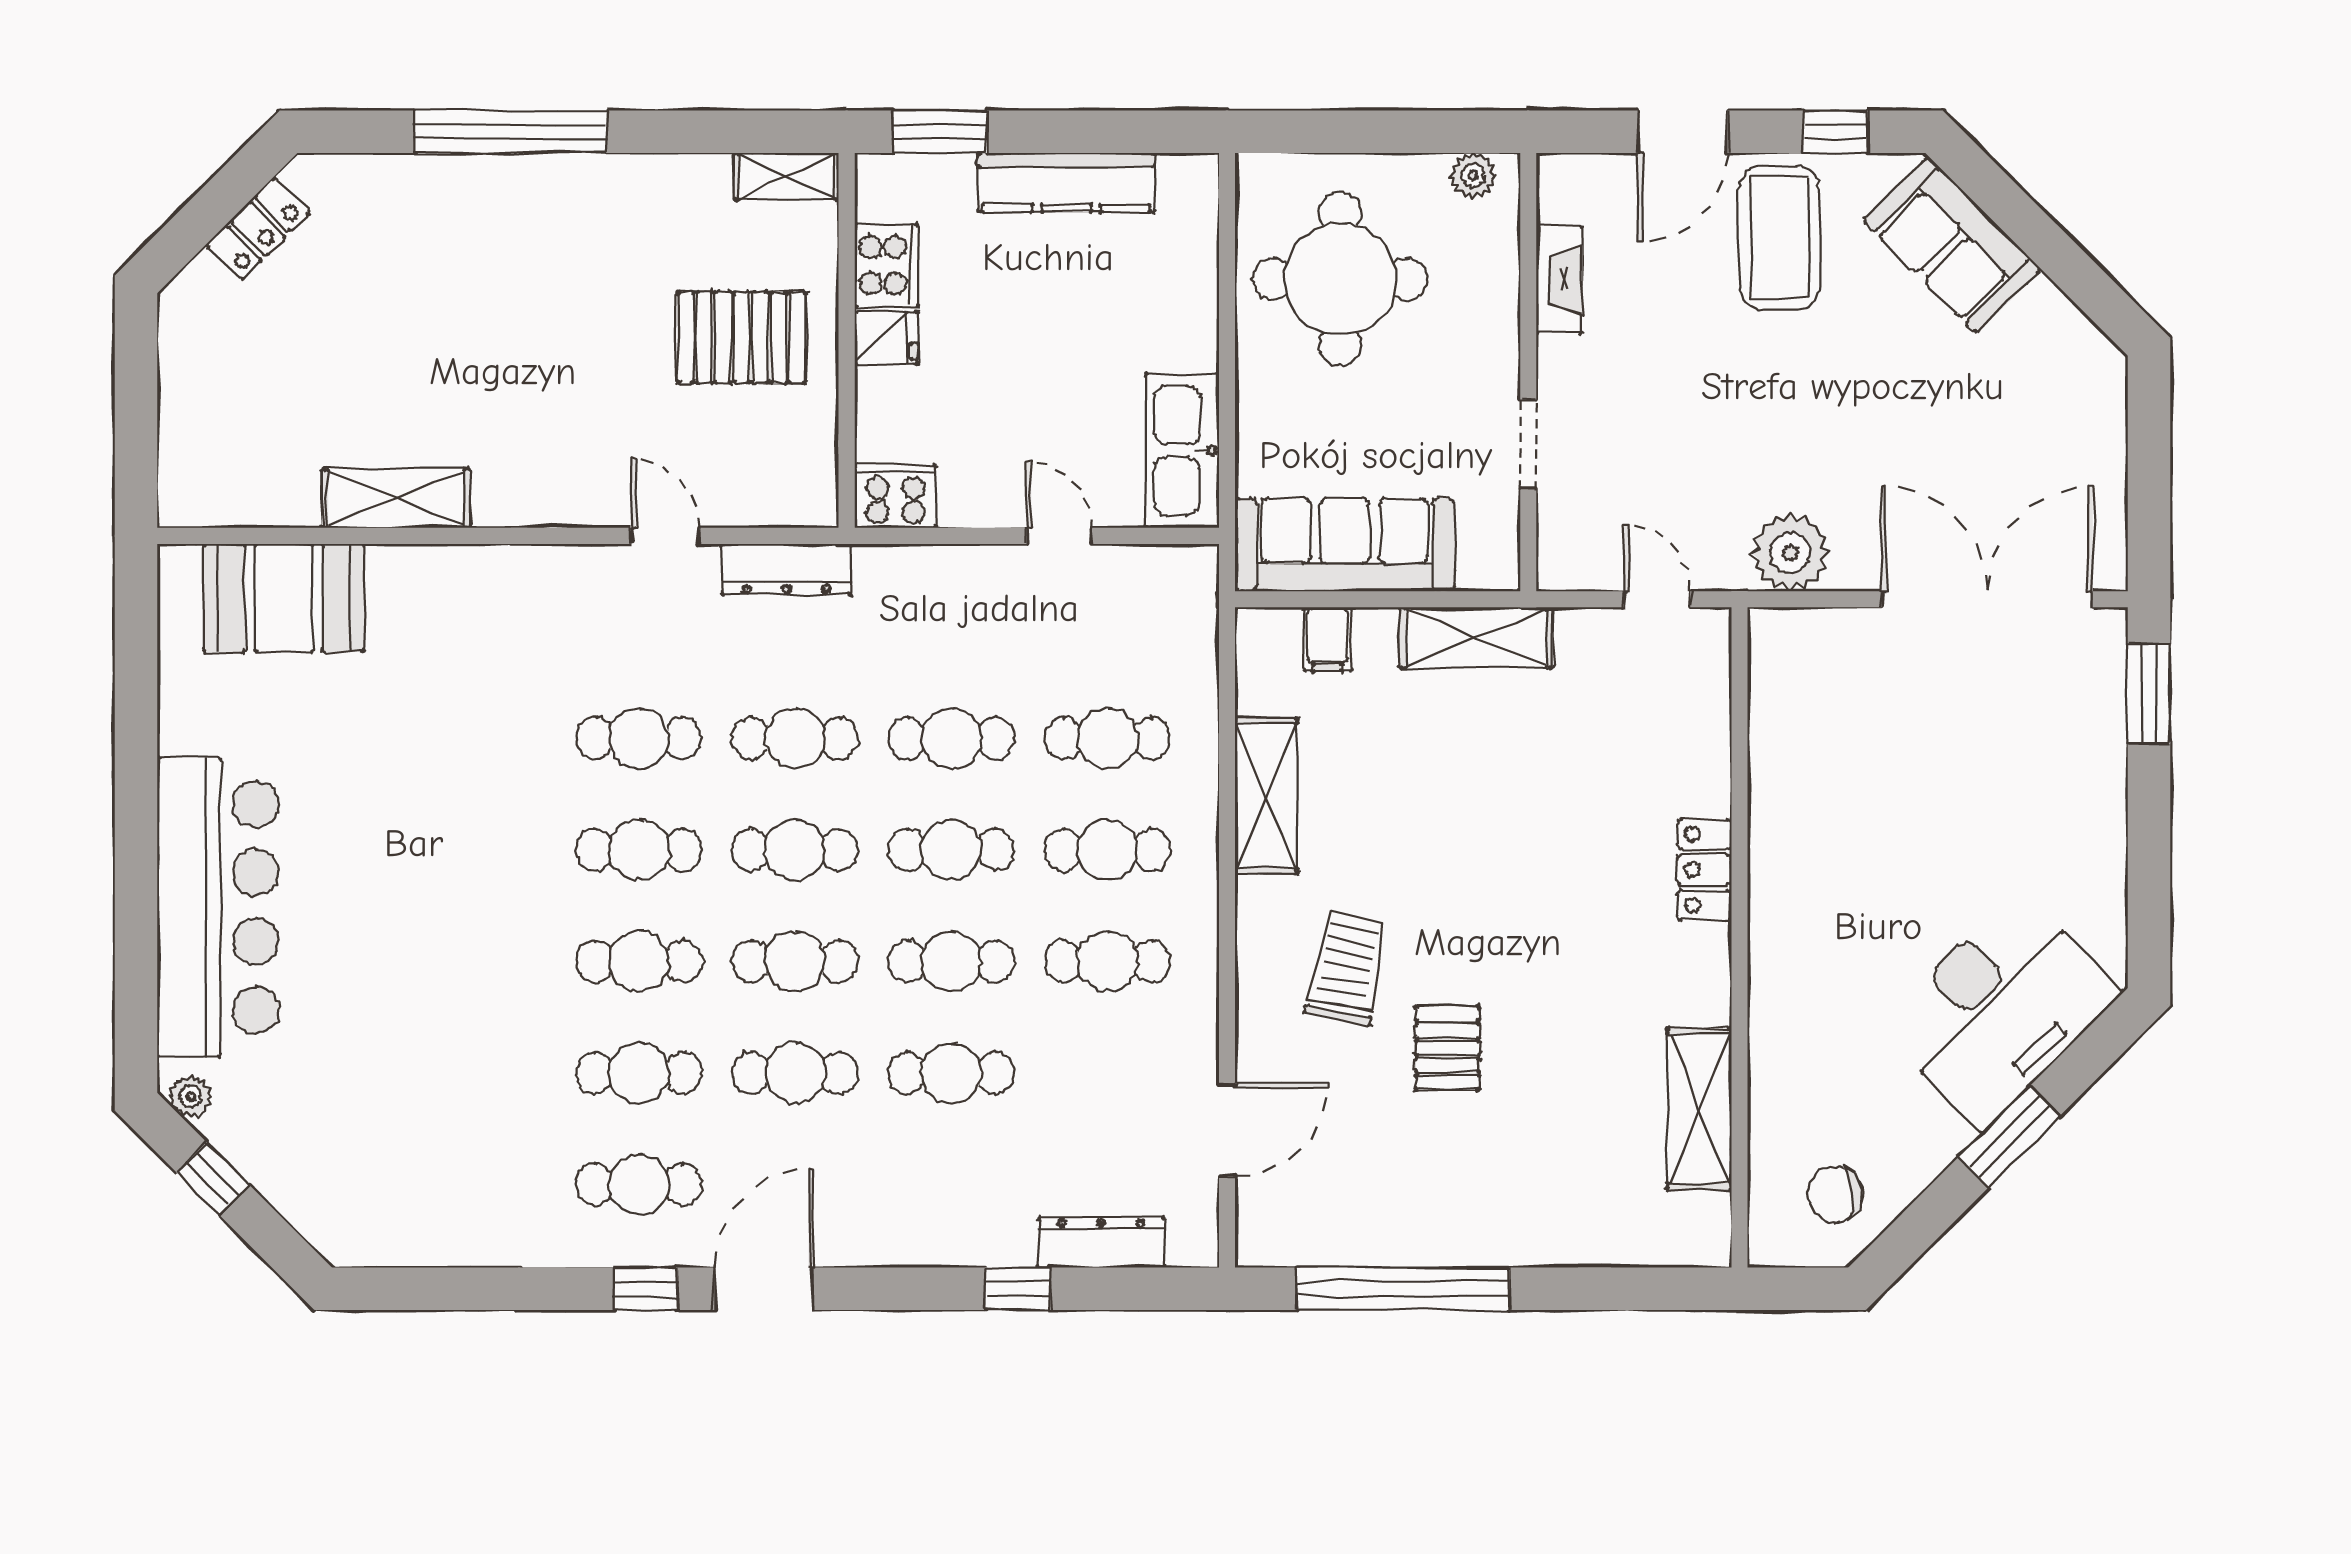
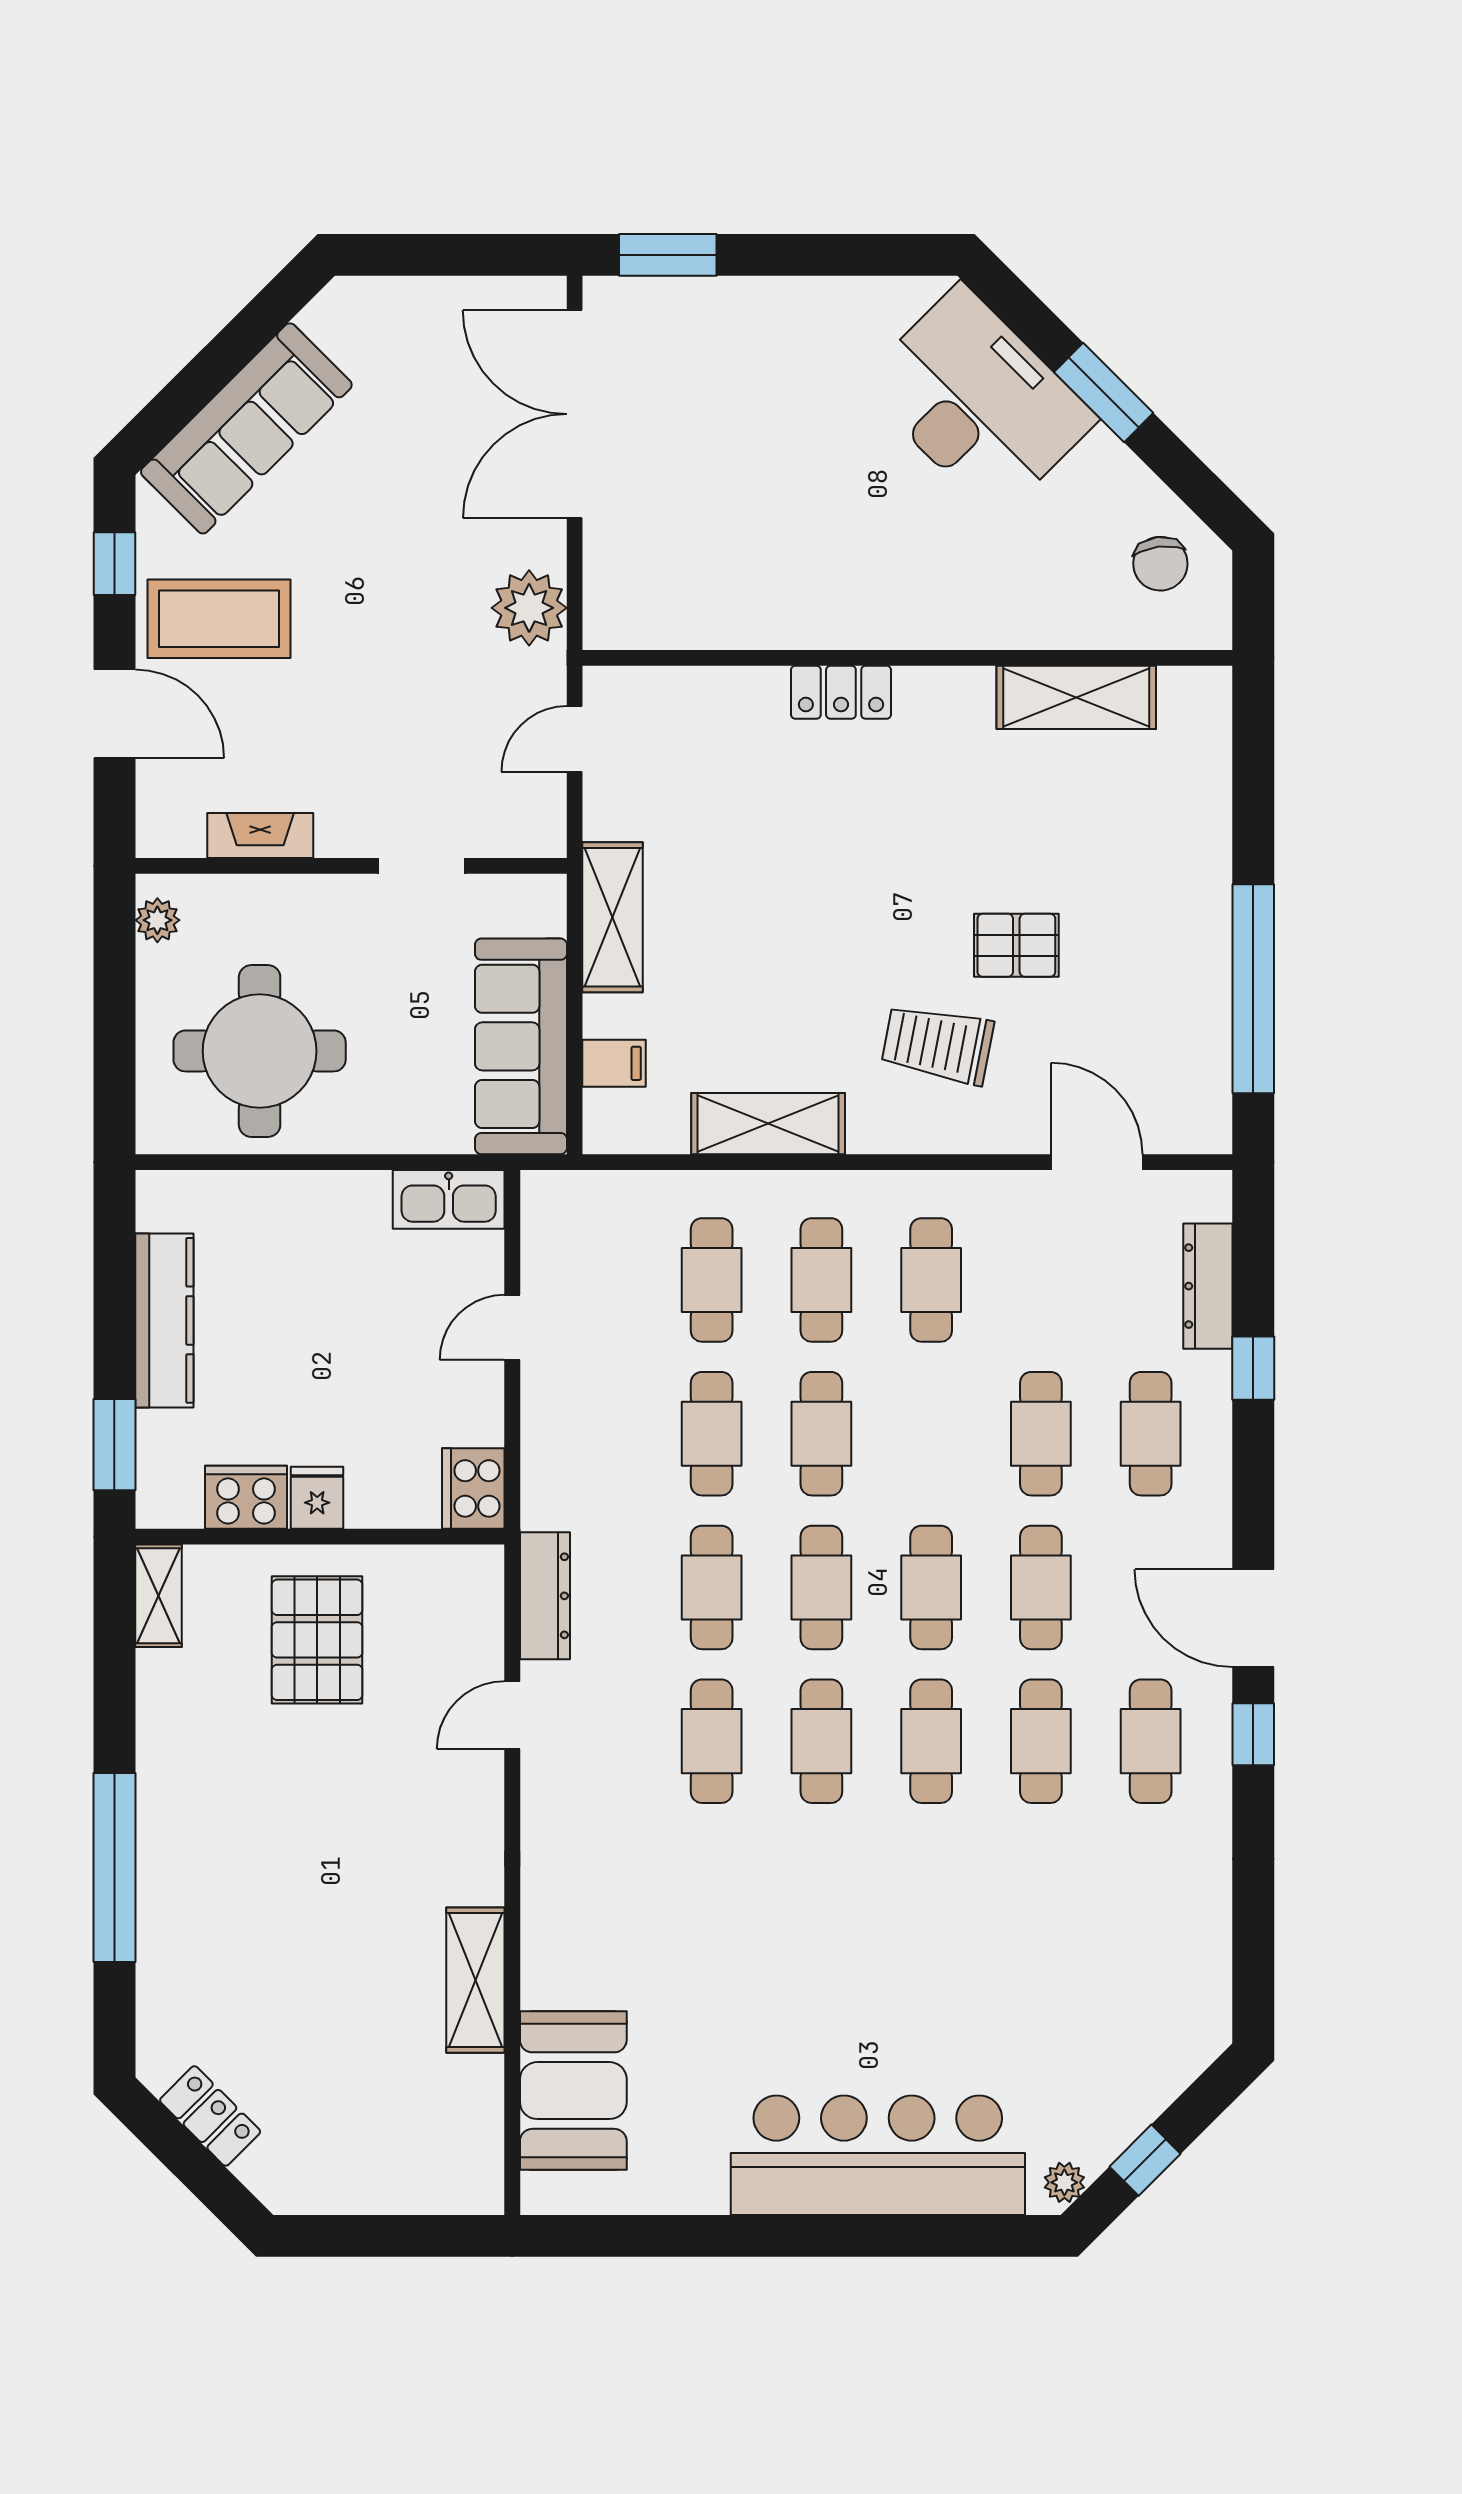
sofa: (1952, 245) -> (246, 428), width x1.36
kitchen sink: (1182, 451) -> (449, 1199), width x0.73, depth x0.81
cafe table: (951, 961) -> (1151, 1434), moved

